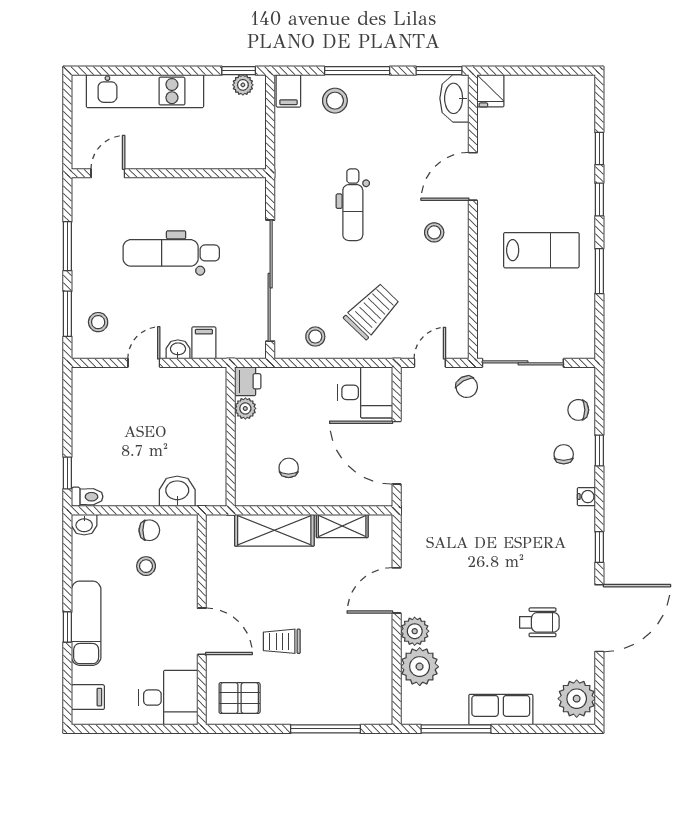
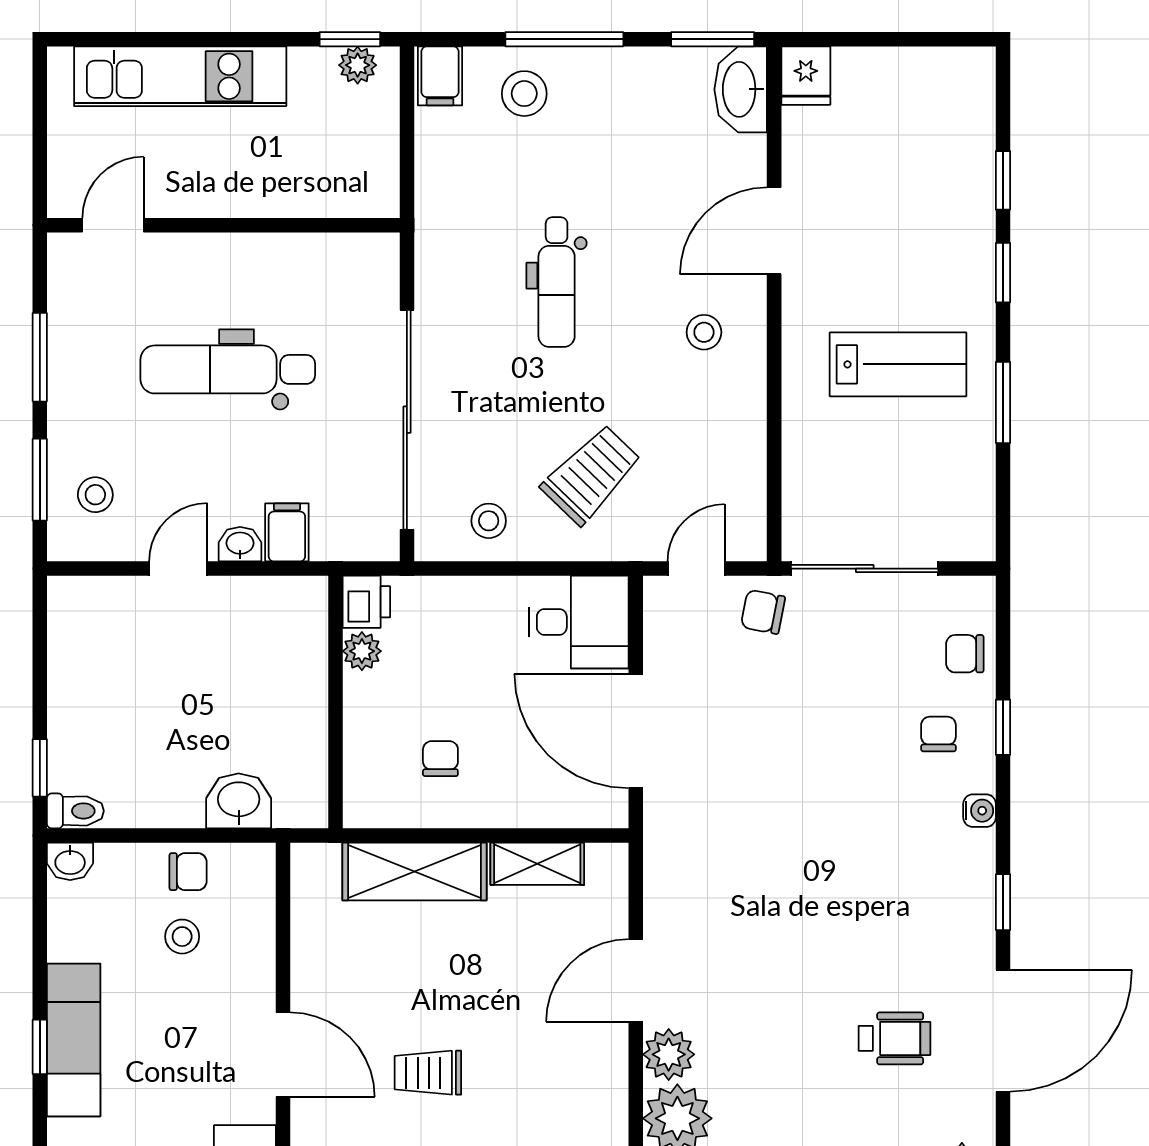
chair: (467, 387) -> (763, 612), turned 130

